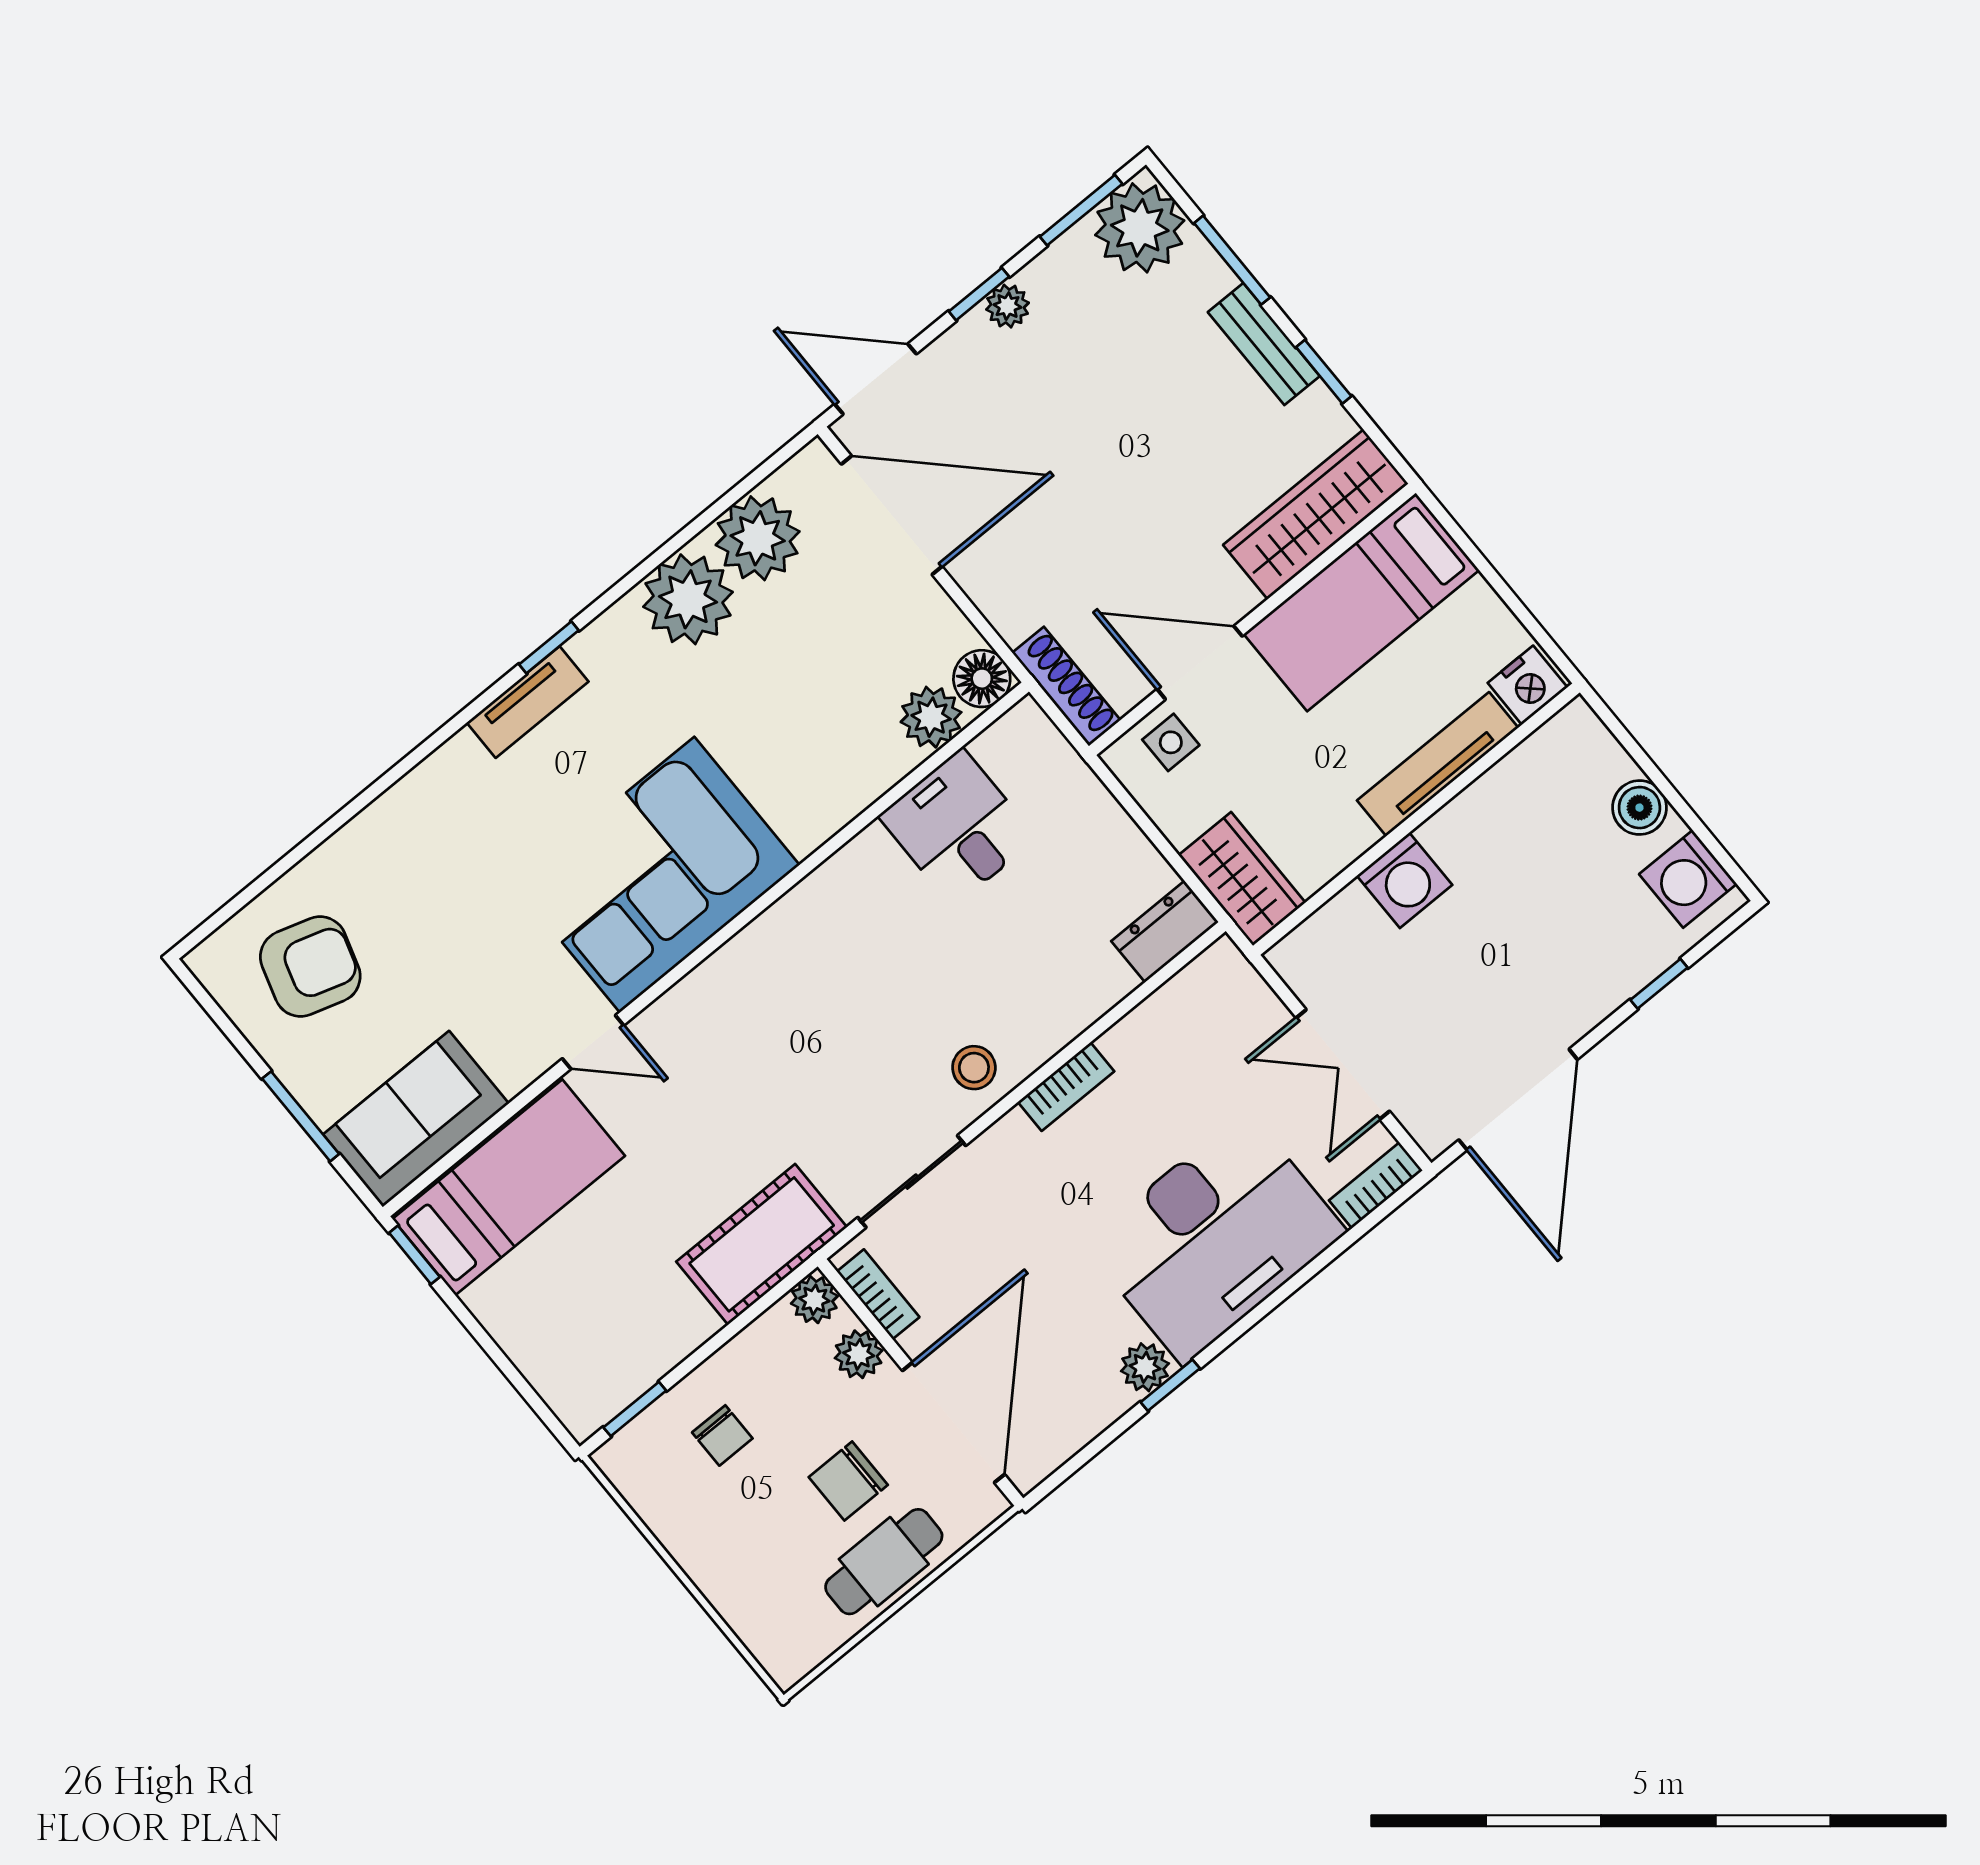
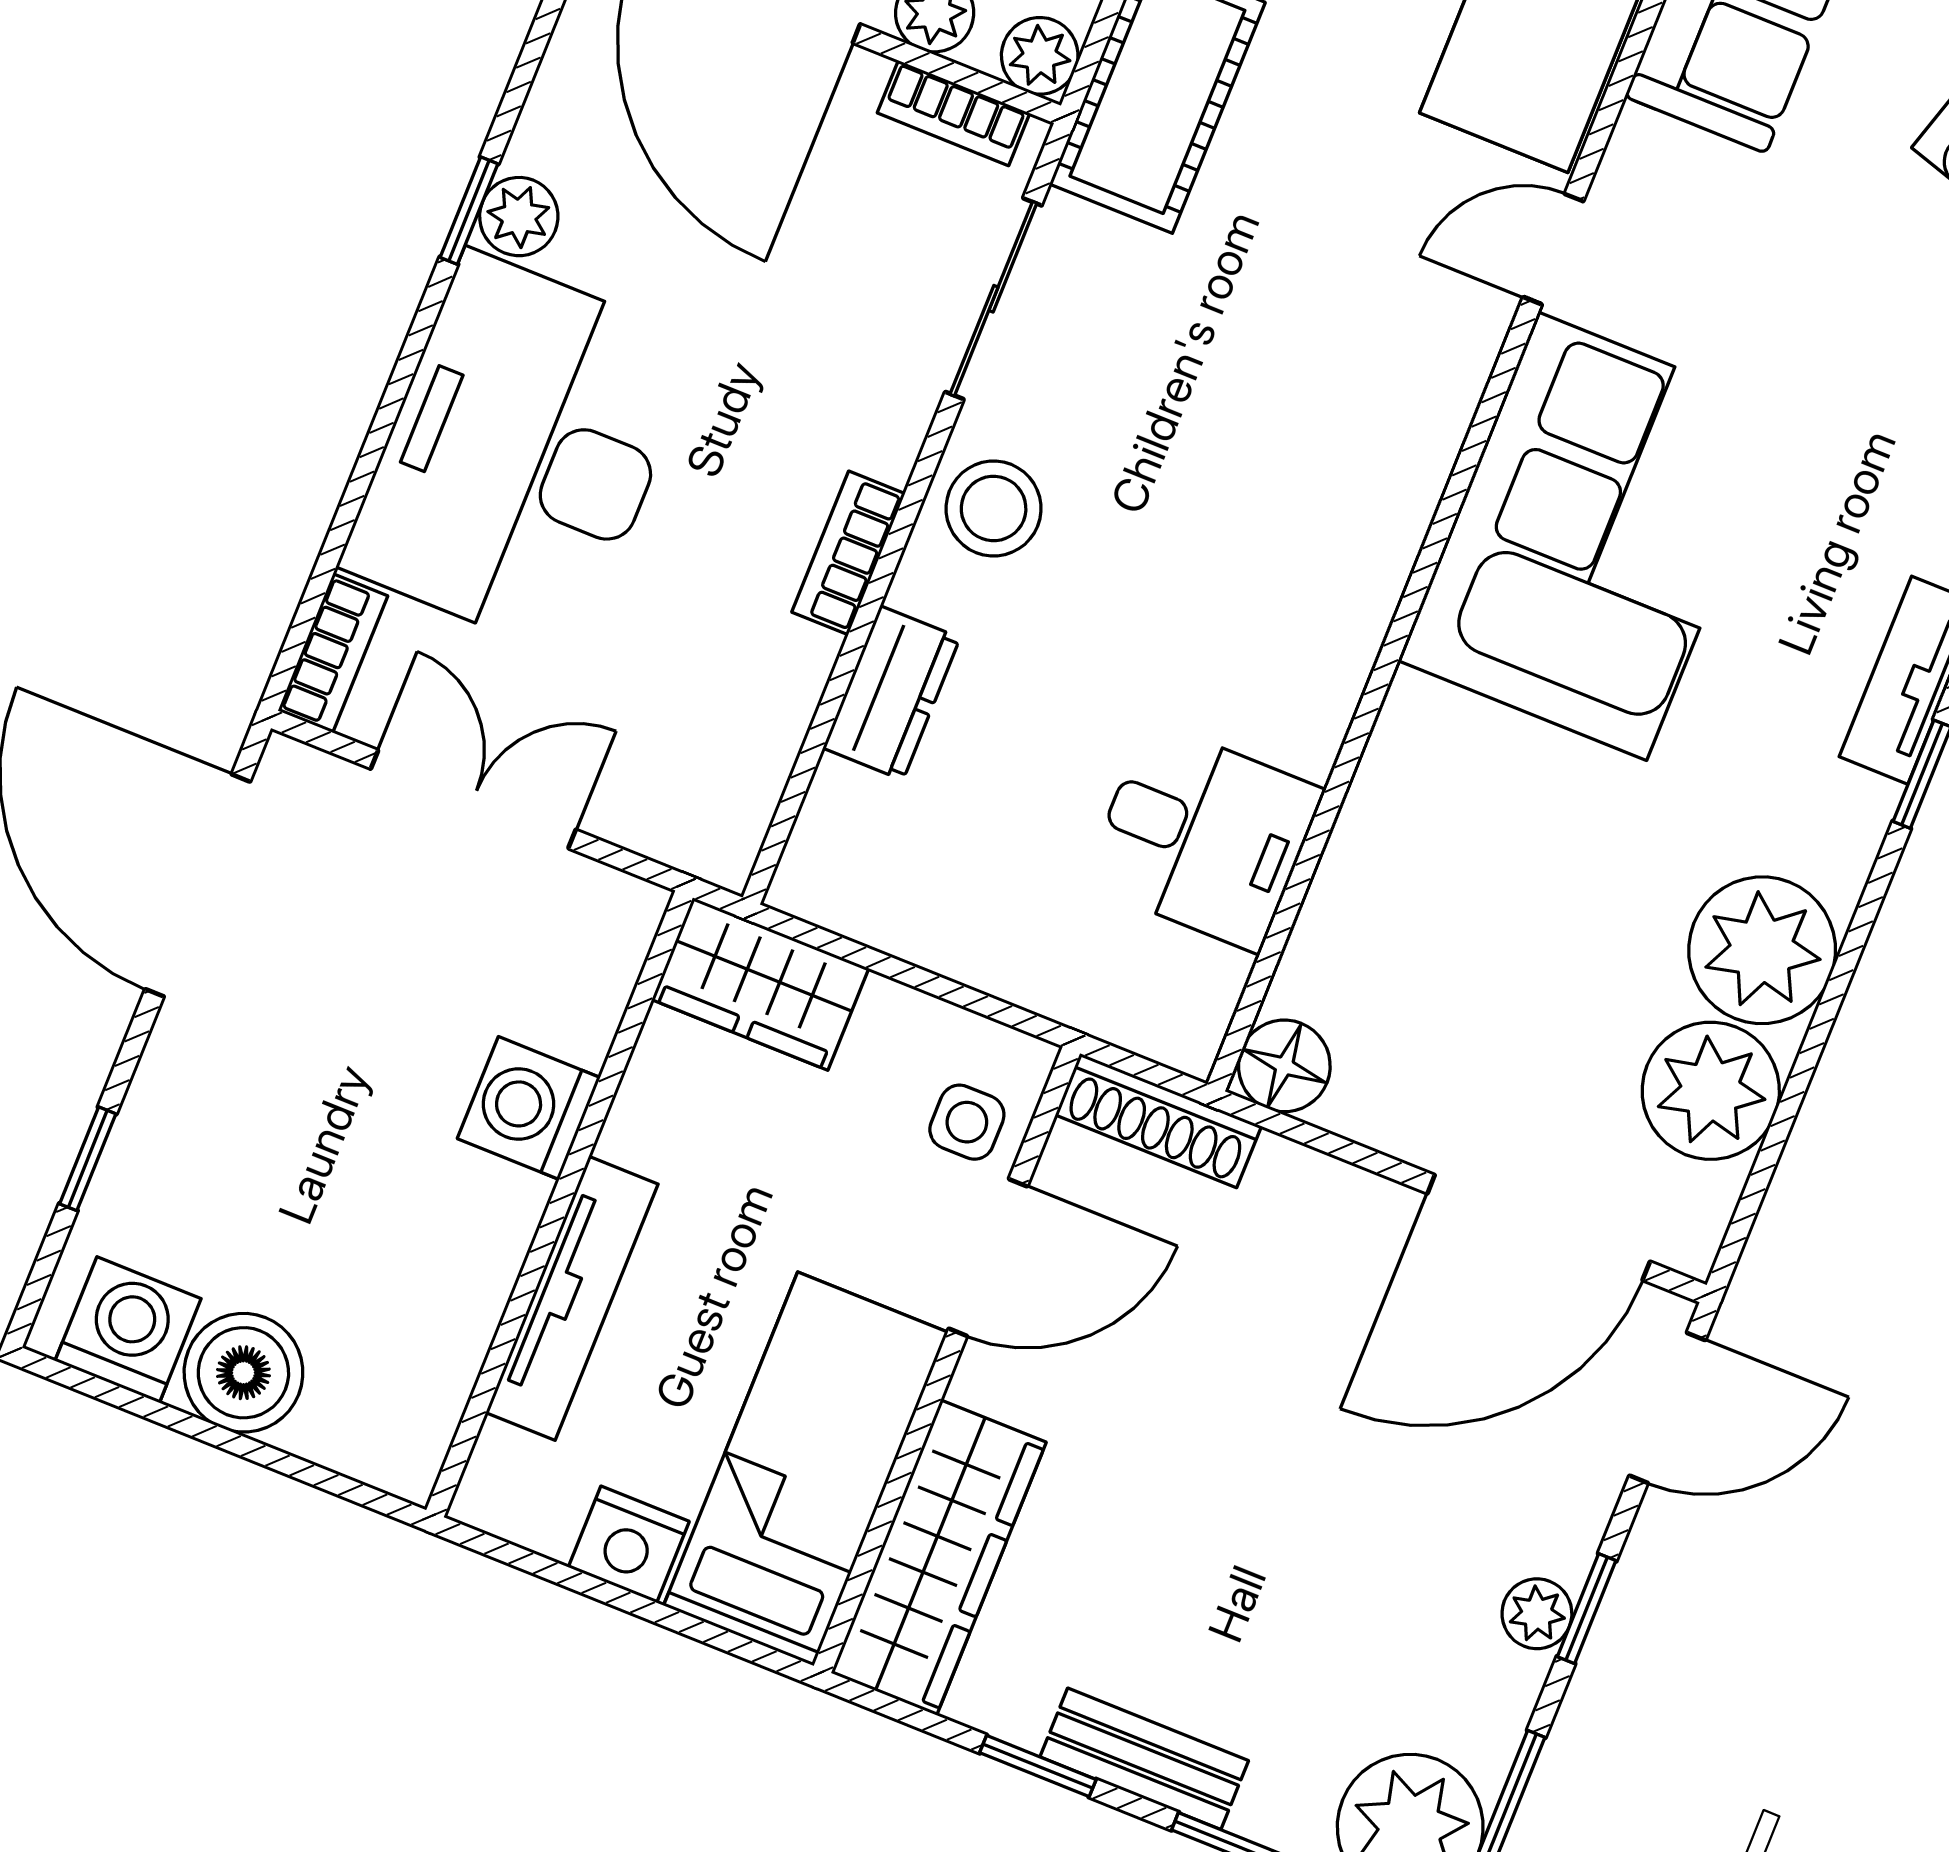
nightstand: (1528, 685) -> (629, 1544), moved, turned -90
plant: (931, 717) -> (1326, 972), removed
boiler: (1639, 808) -> (243, 1373), width x1.36, depth x1.36
dresser: (1165, 932) -> (892, 693), moved
stool: (974, 1068) -> (994, 509), width x1.37, depth x1.37

